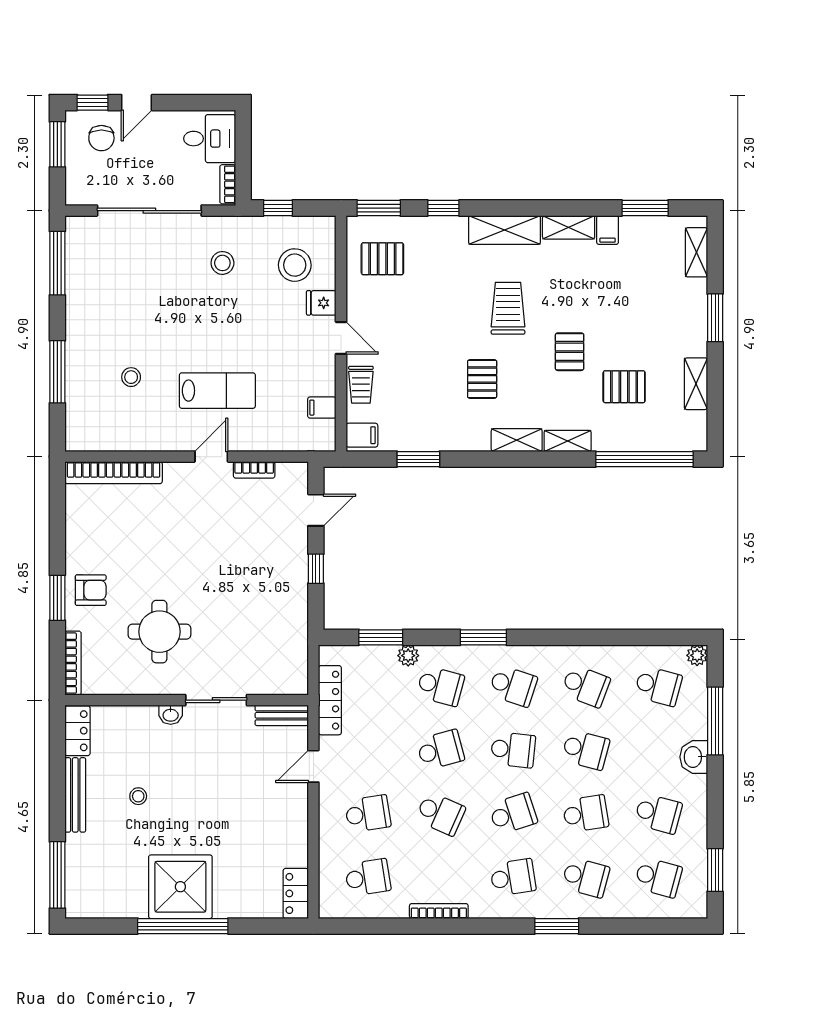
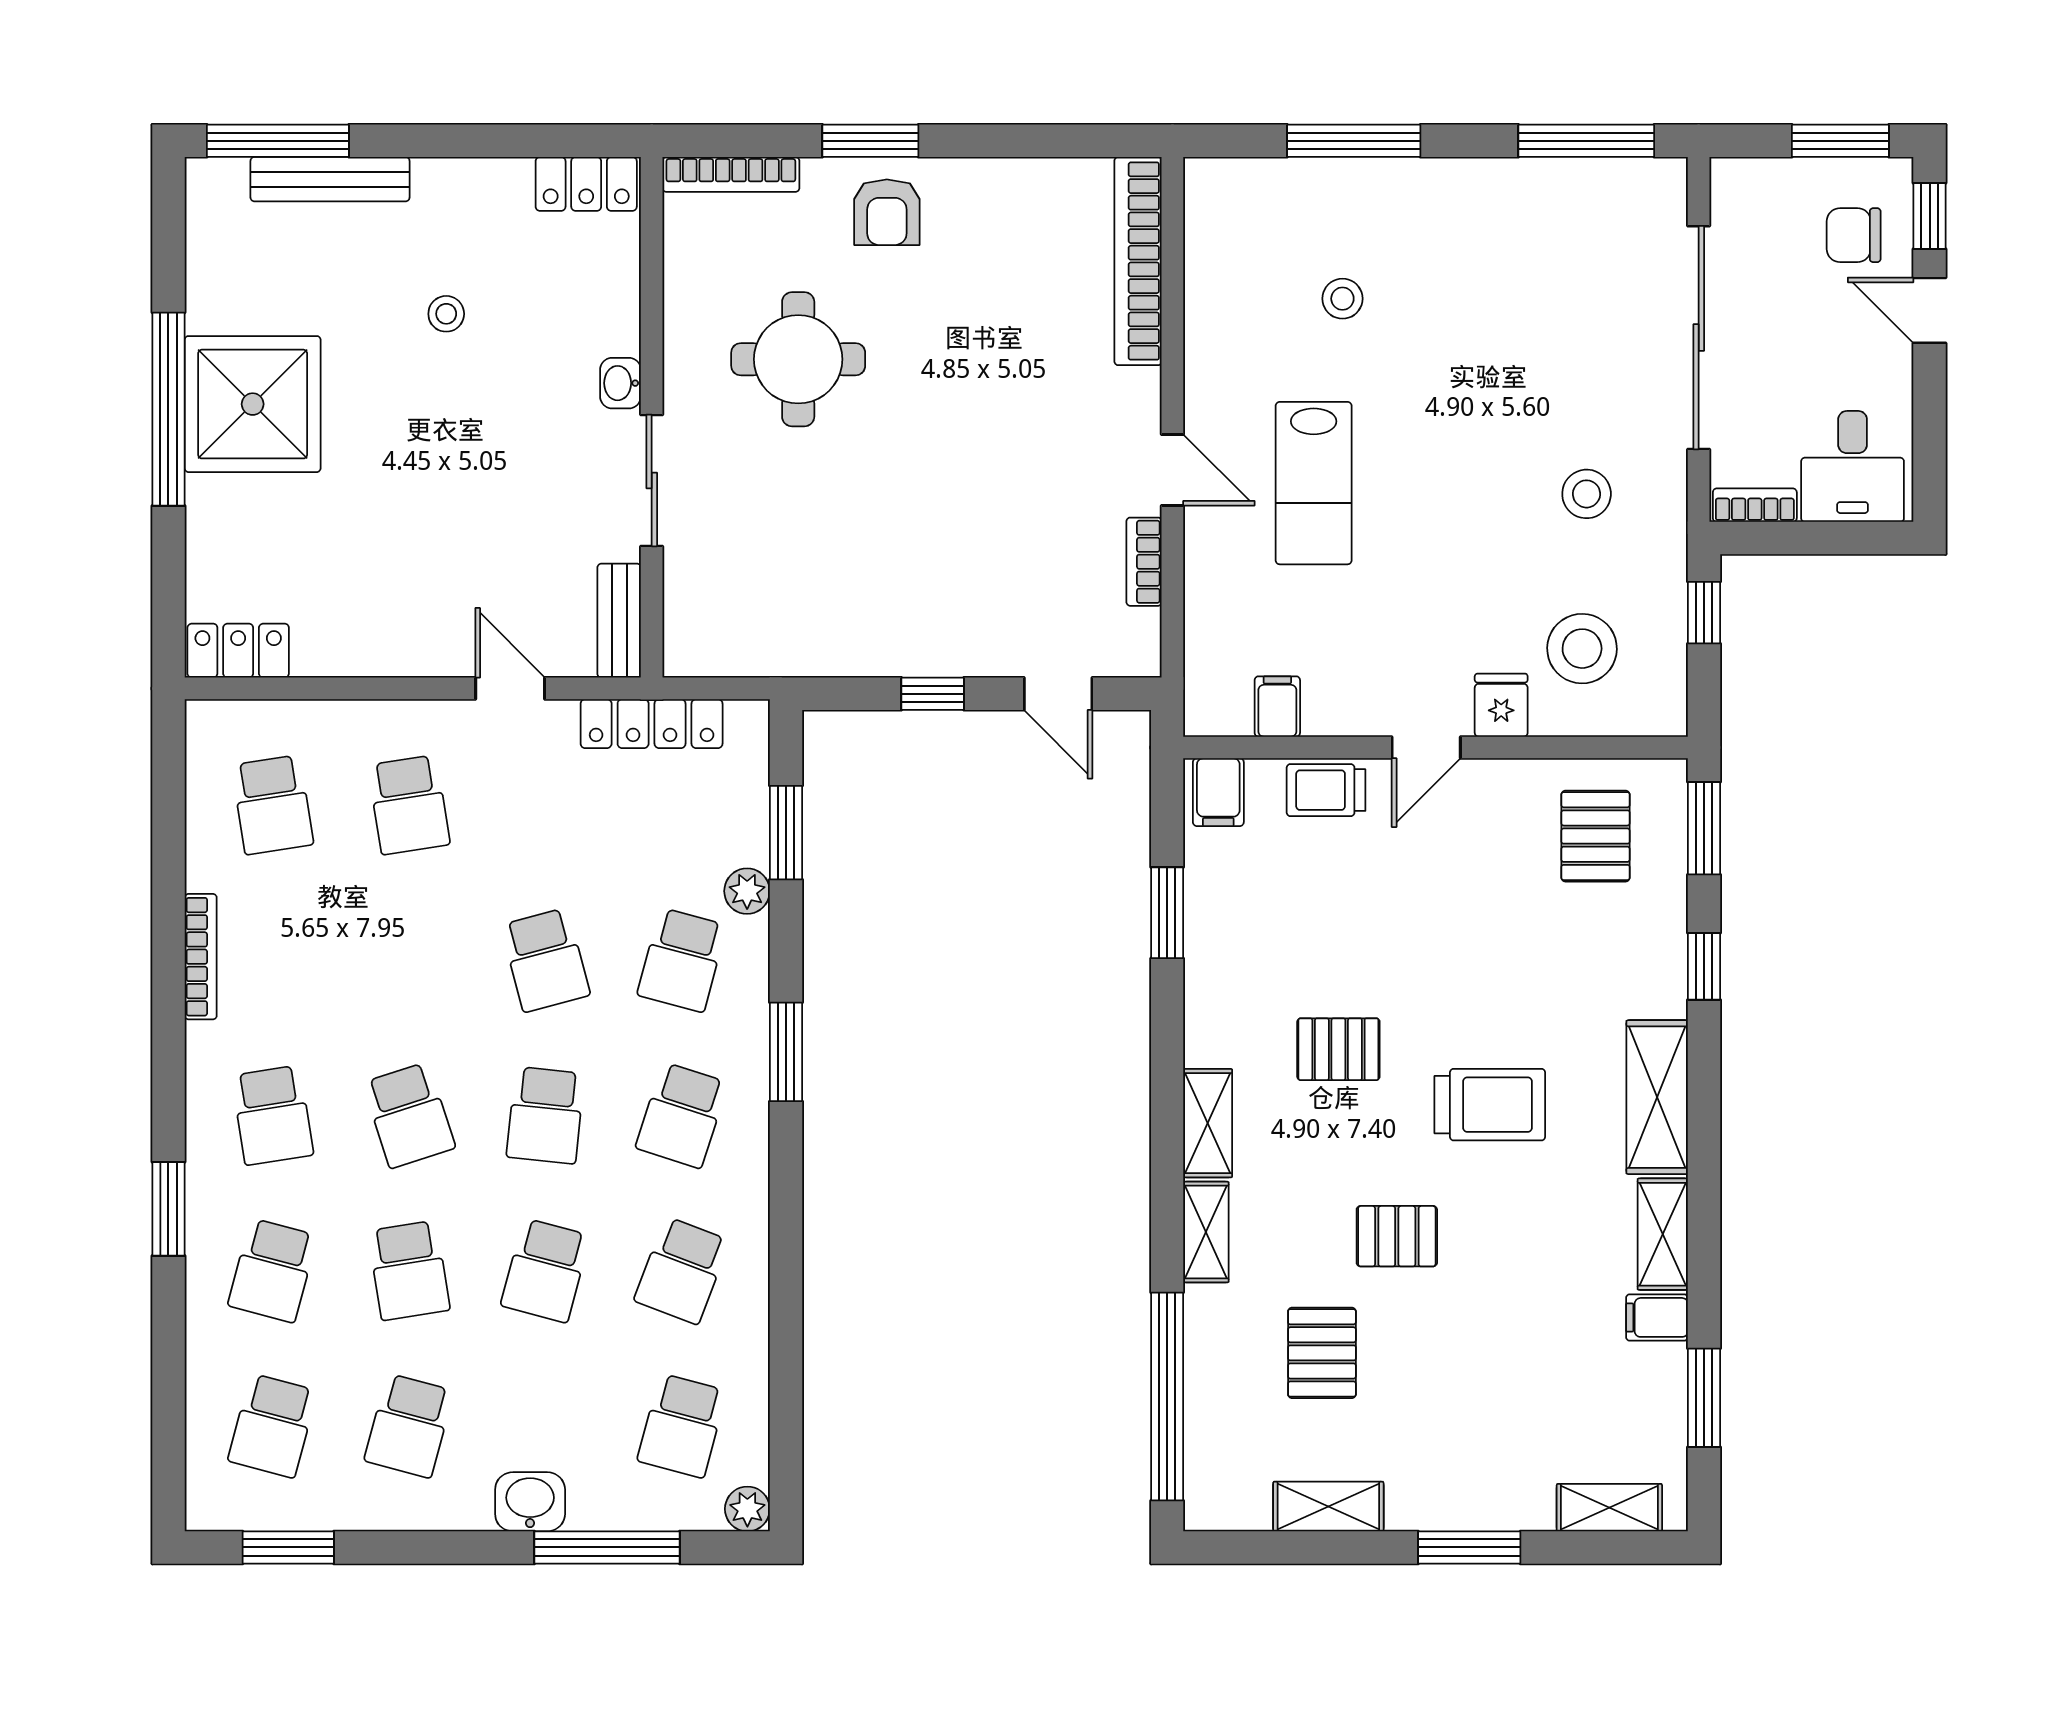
bench: (75, 795) -> (330, 179), moved
school desk: (440, 814) -> (409, 960), removed

